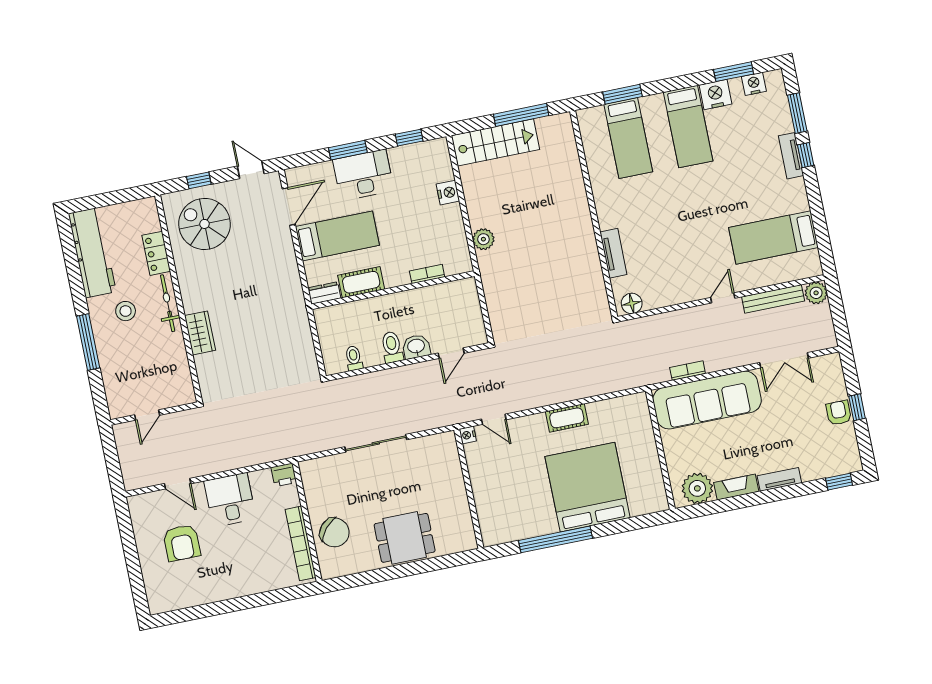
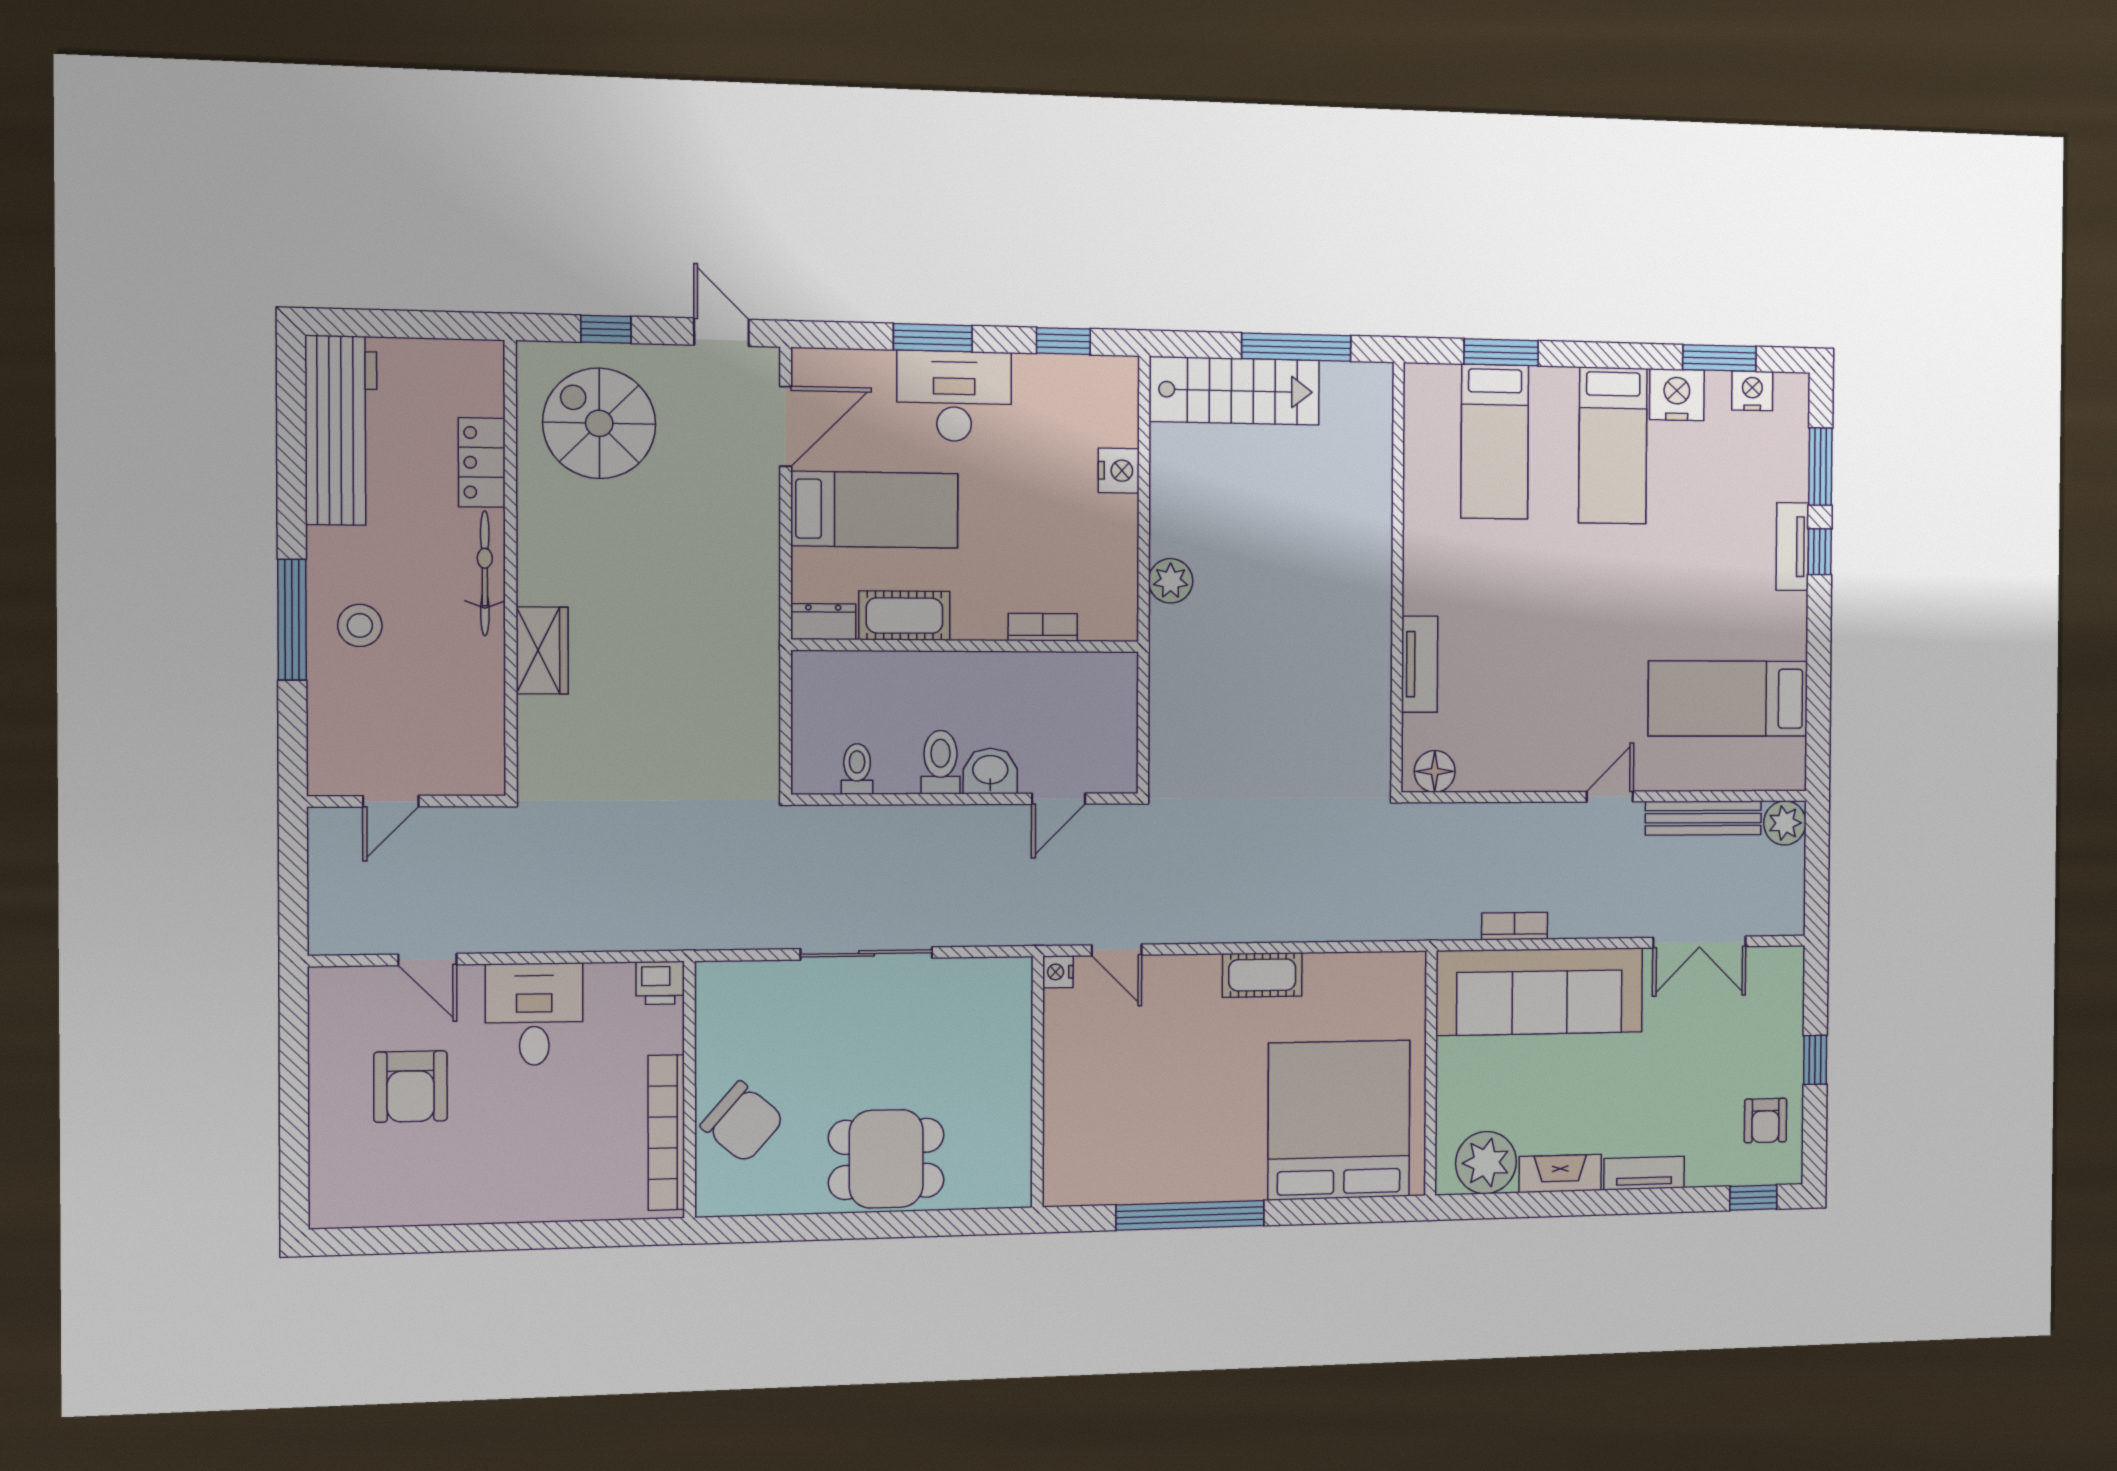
stool: (126, 311) -> (360, 625), moved
armchair: (839, 413) -> (1765, 1121), moved, turned 180
bed: (588, 487) -> (1339, 1120), moved

